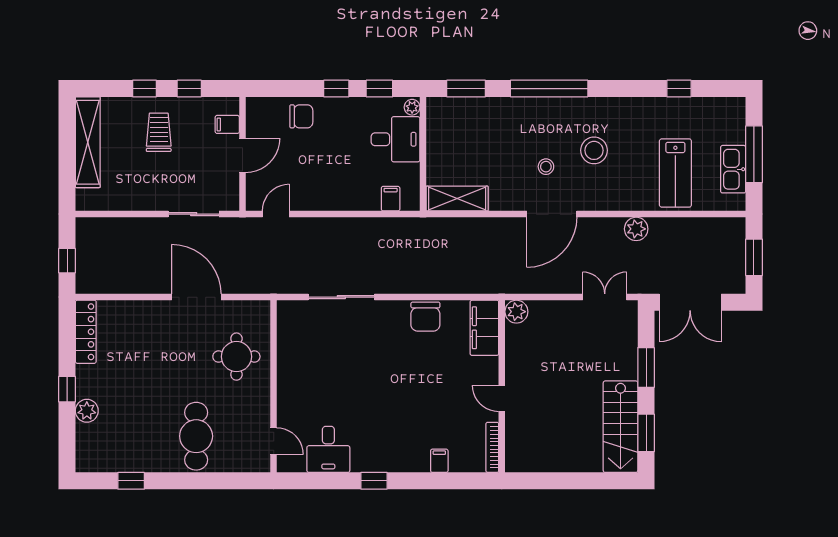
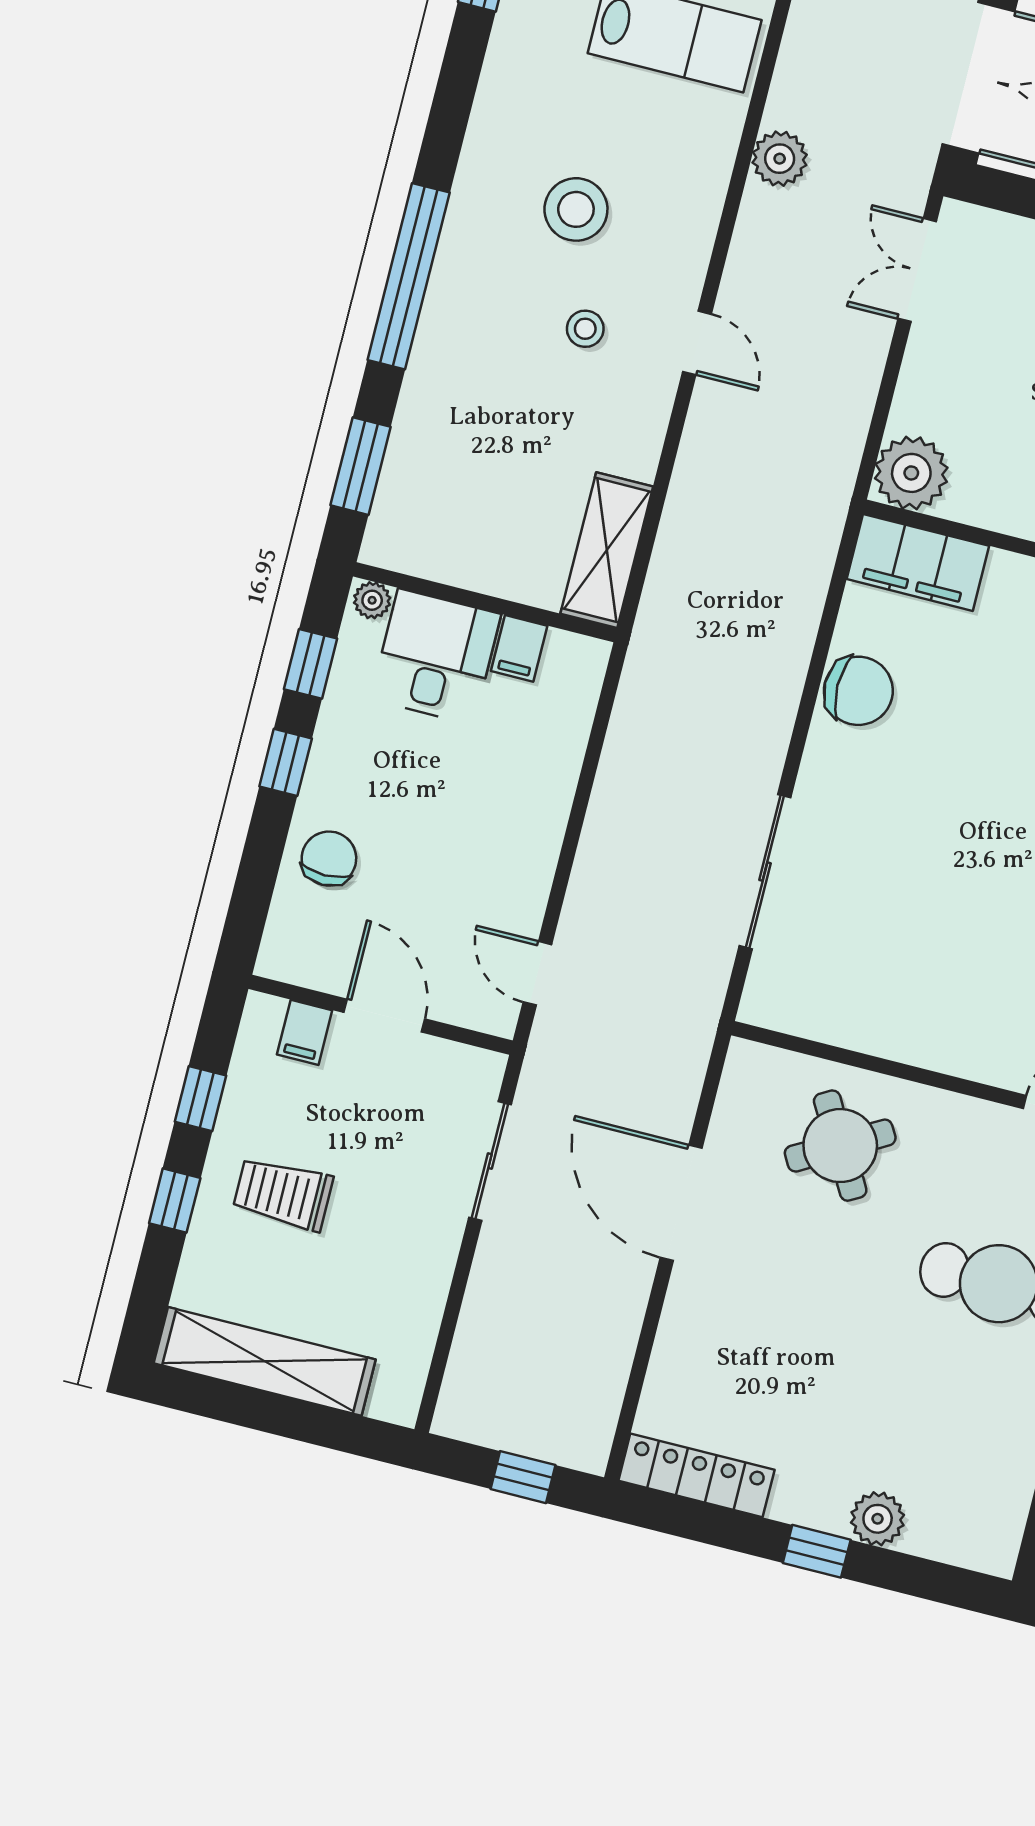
filing cabinet: (391, 199) -> (519, 648), moved, turned -90
door: (552, 214) -> (697, 343), width x0.53
door: (196, 297) -> (681, 1203), hinge flipped
plant: (516, 312) -> (911, 473), width x1.36, depth x1.36
round table: (236, 357) -> (840, 1146), turned -30

